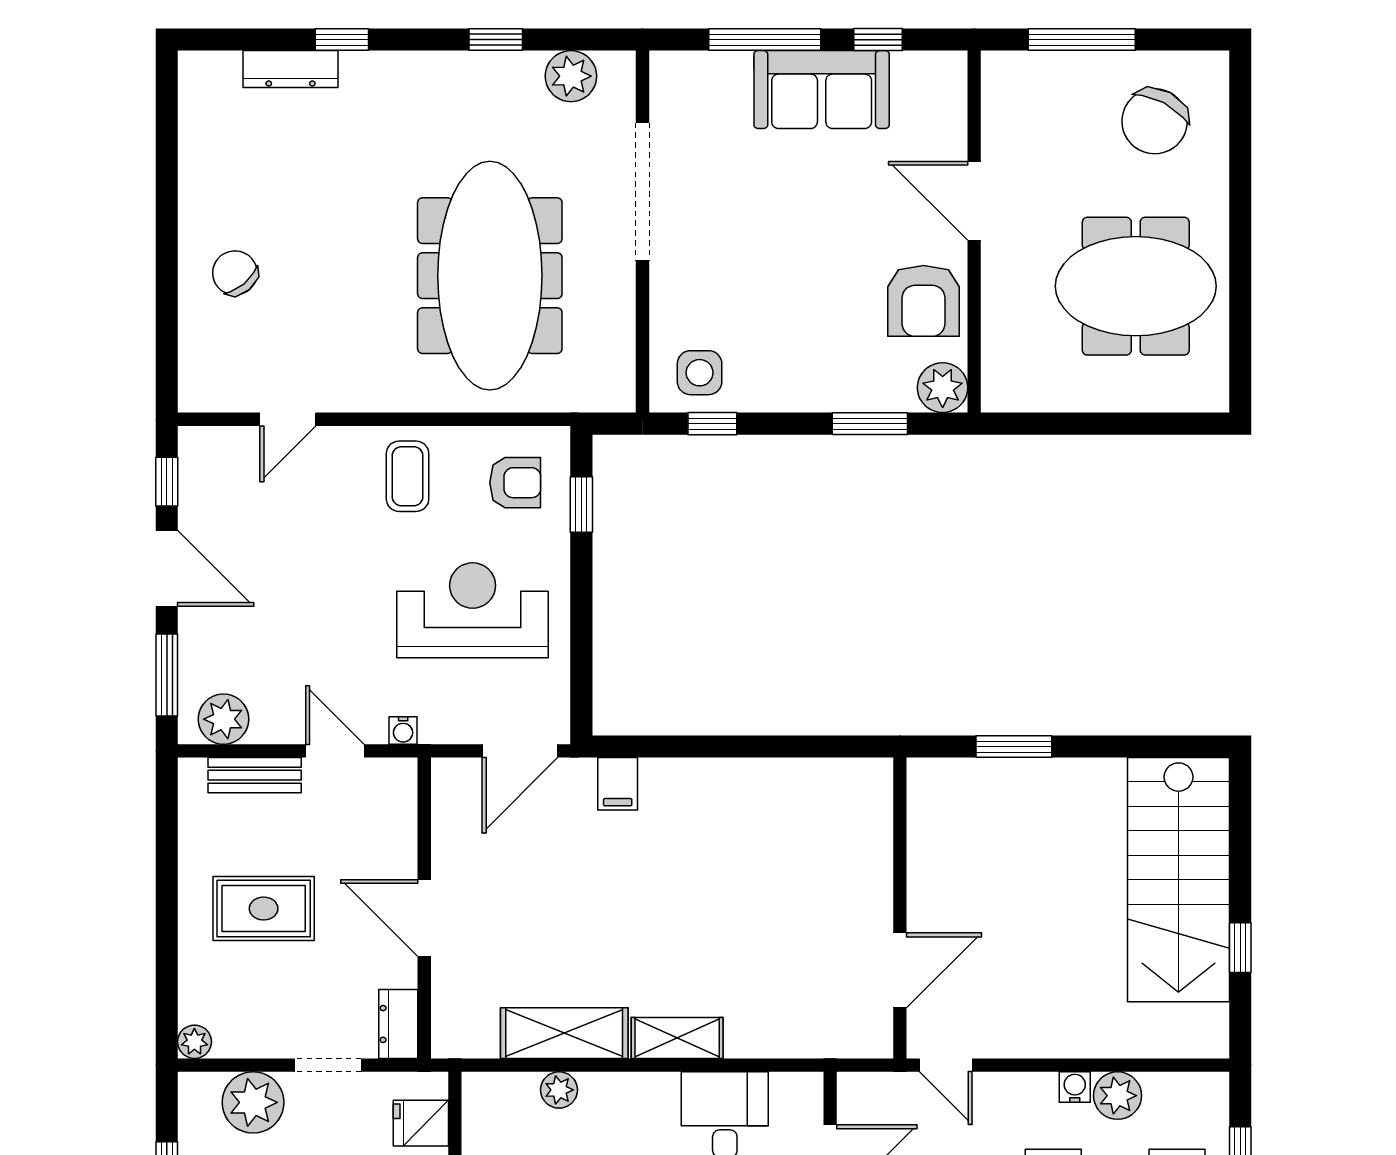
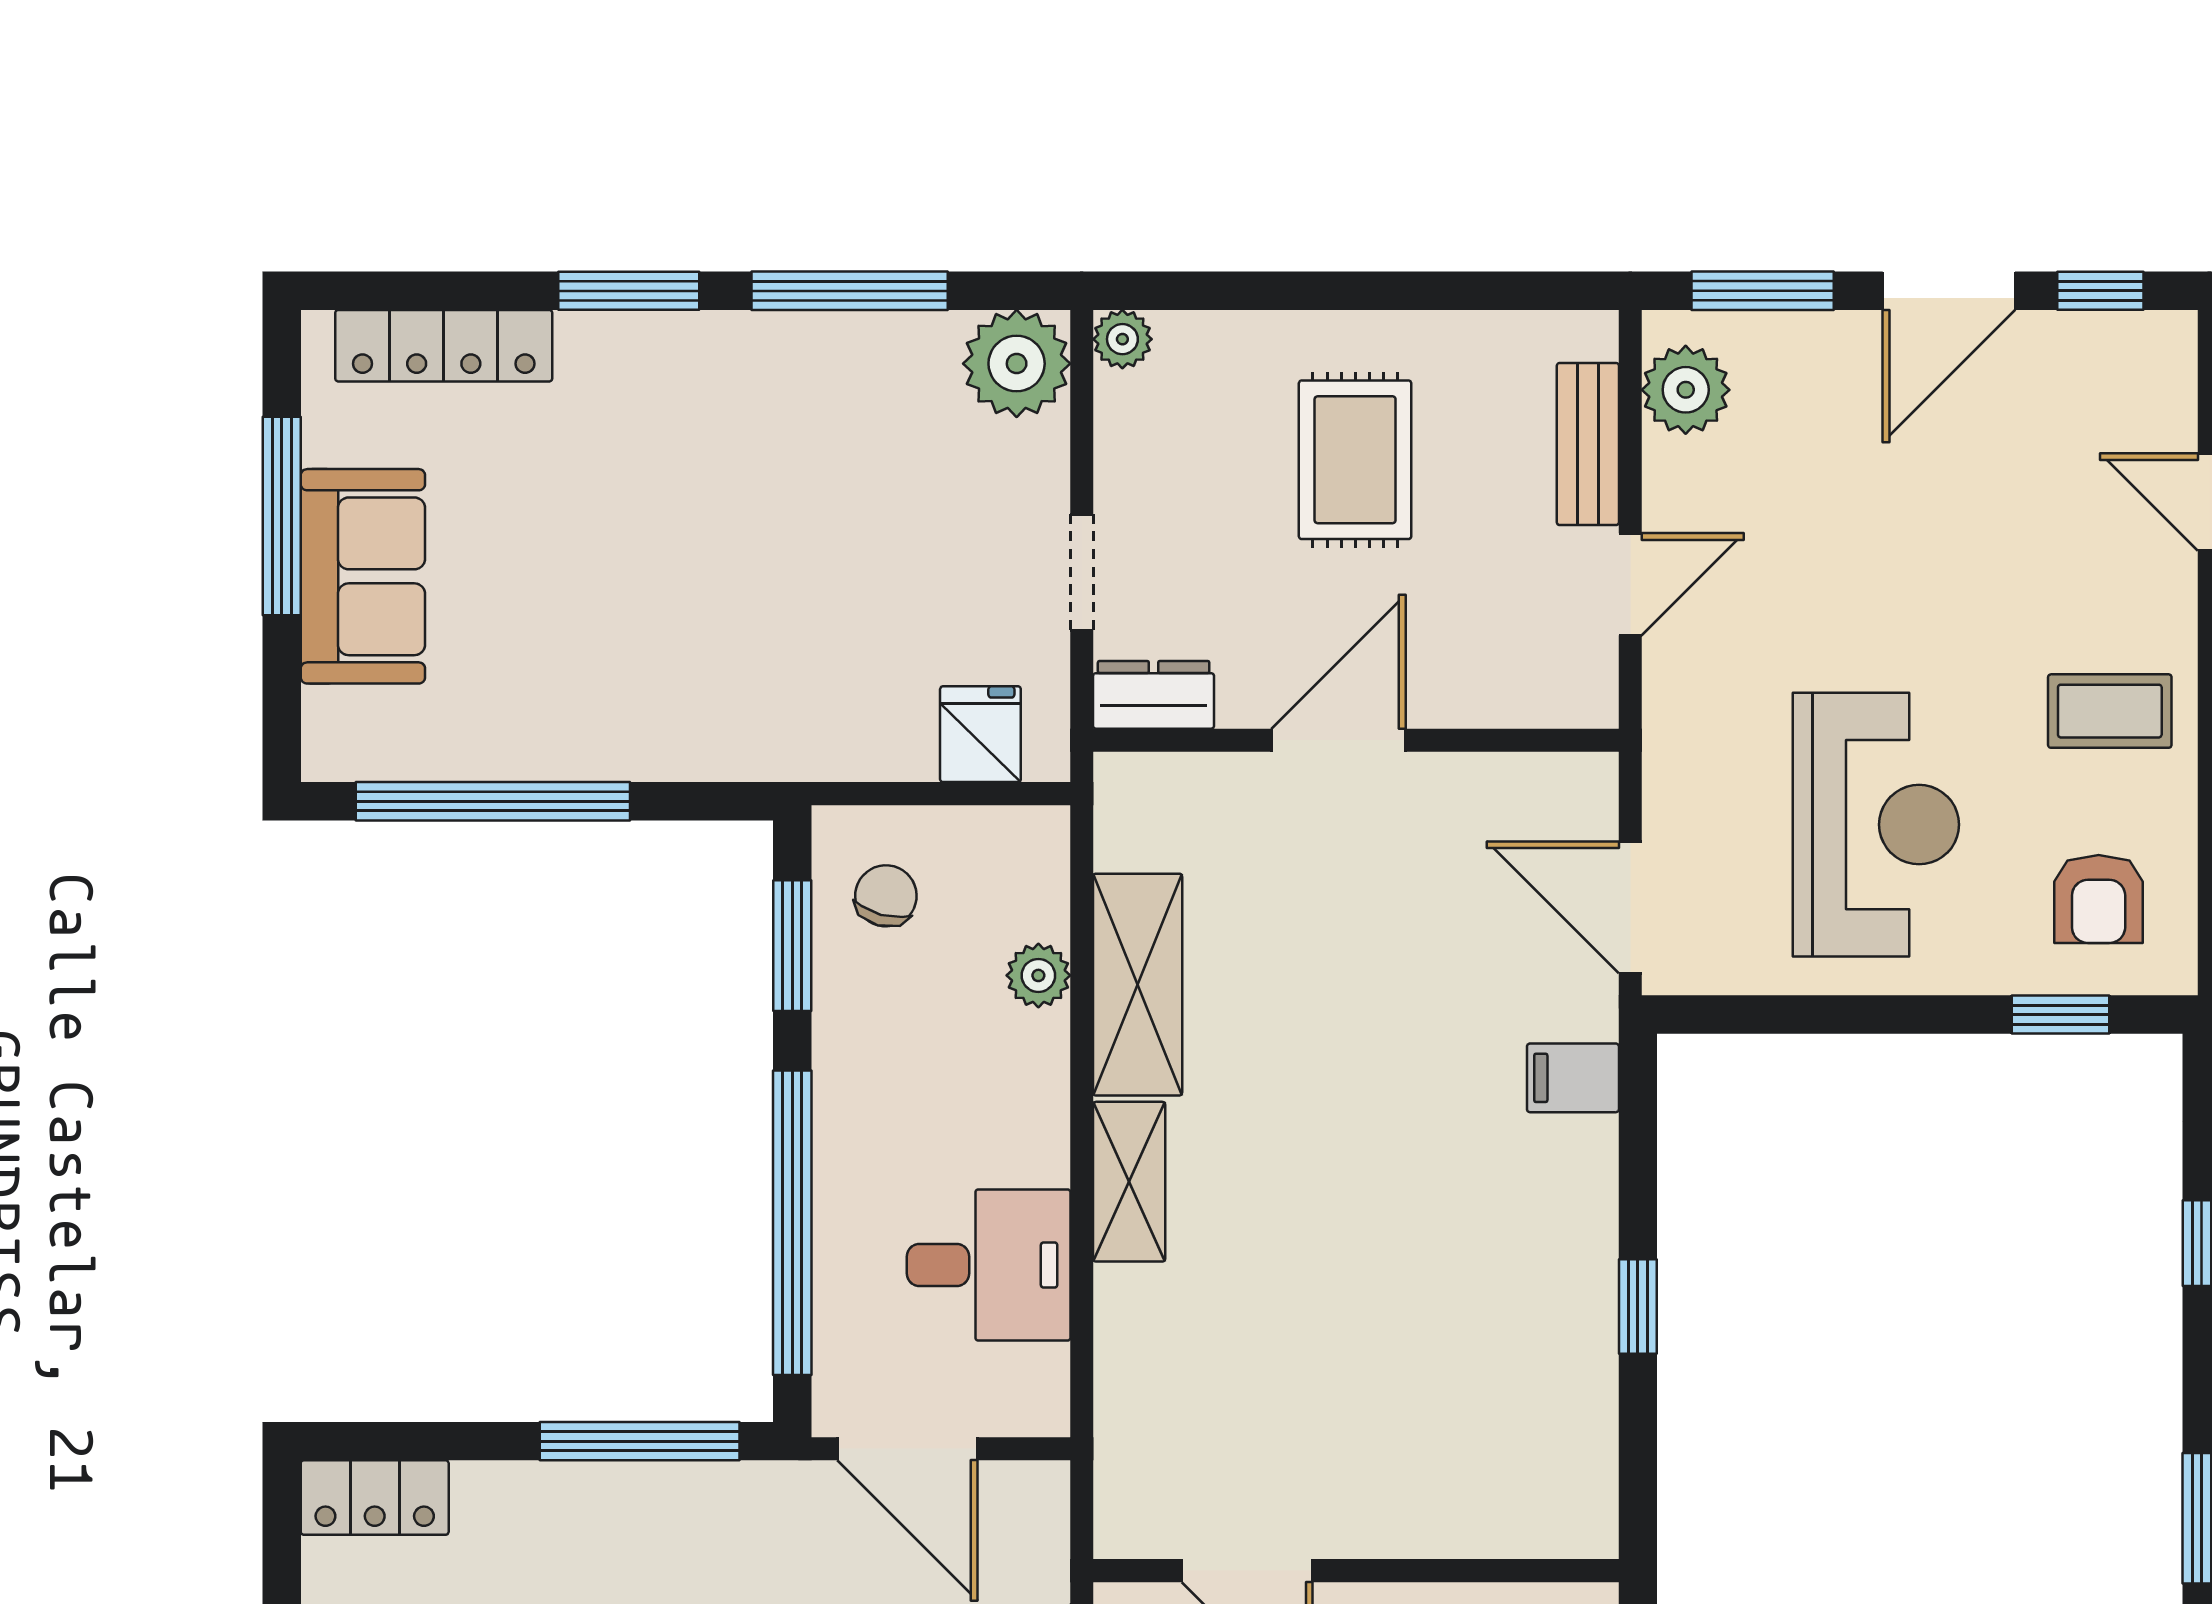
water cooler: (403, 730) -> (1666, 703), removed
window: (749, 747) -> (1638, 1306), added
plant: (253, 1102) -> (1017, 364), moved

